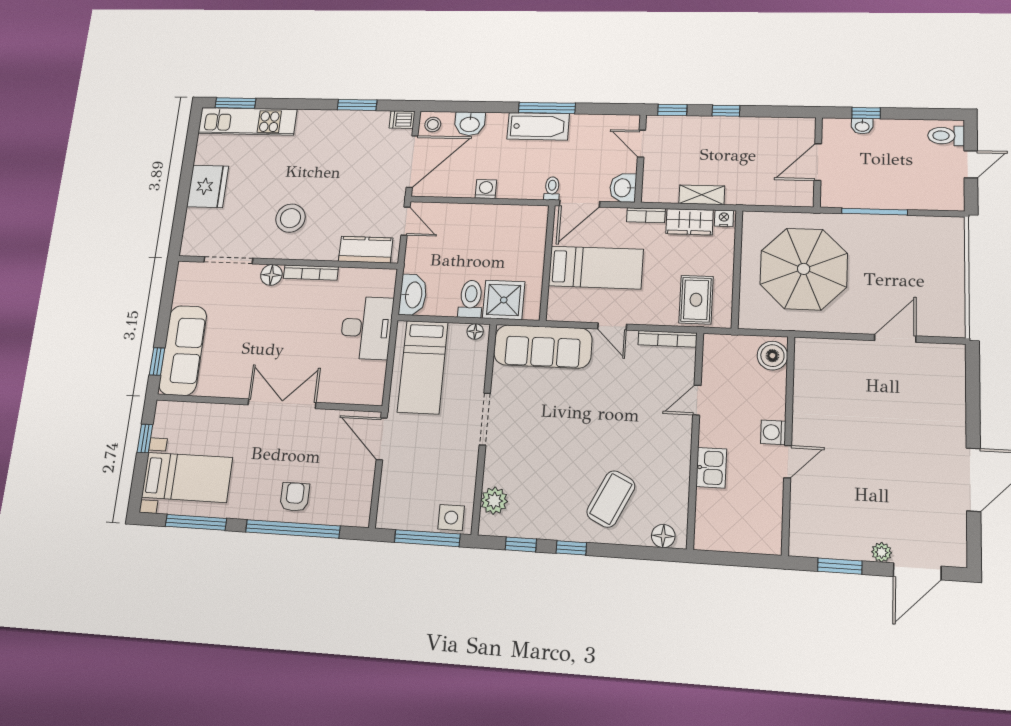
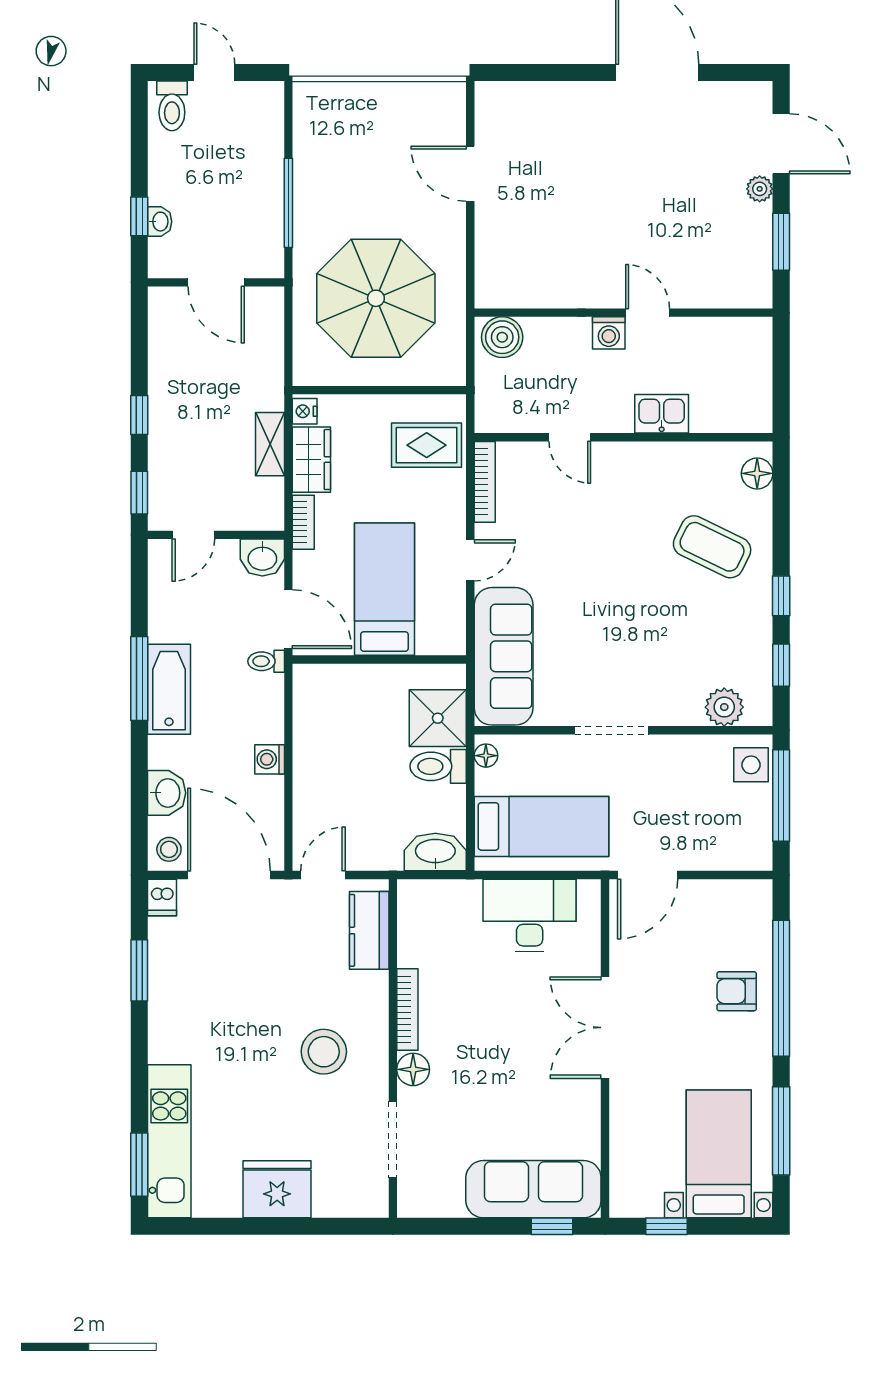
desk: (367, 328) -> (530, 915), moved

